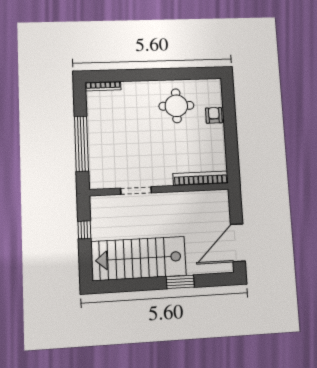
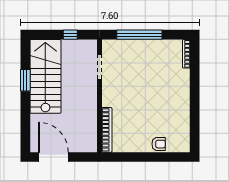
round table: (176, 106) -> (168, 113), removed
doorway: (136, 191) -> (99, 67), moved
window: (180, 282) -> (25, 80), moved

